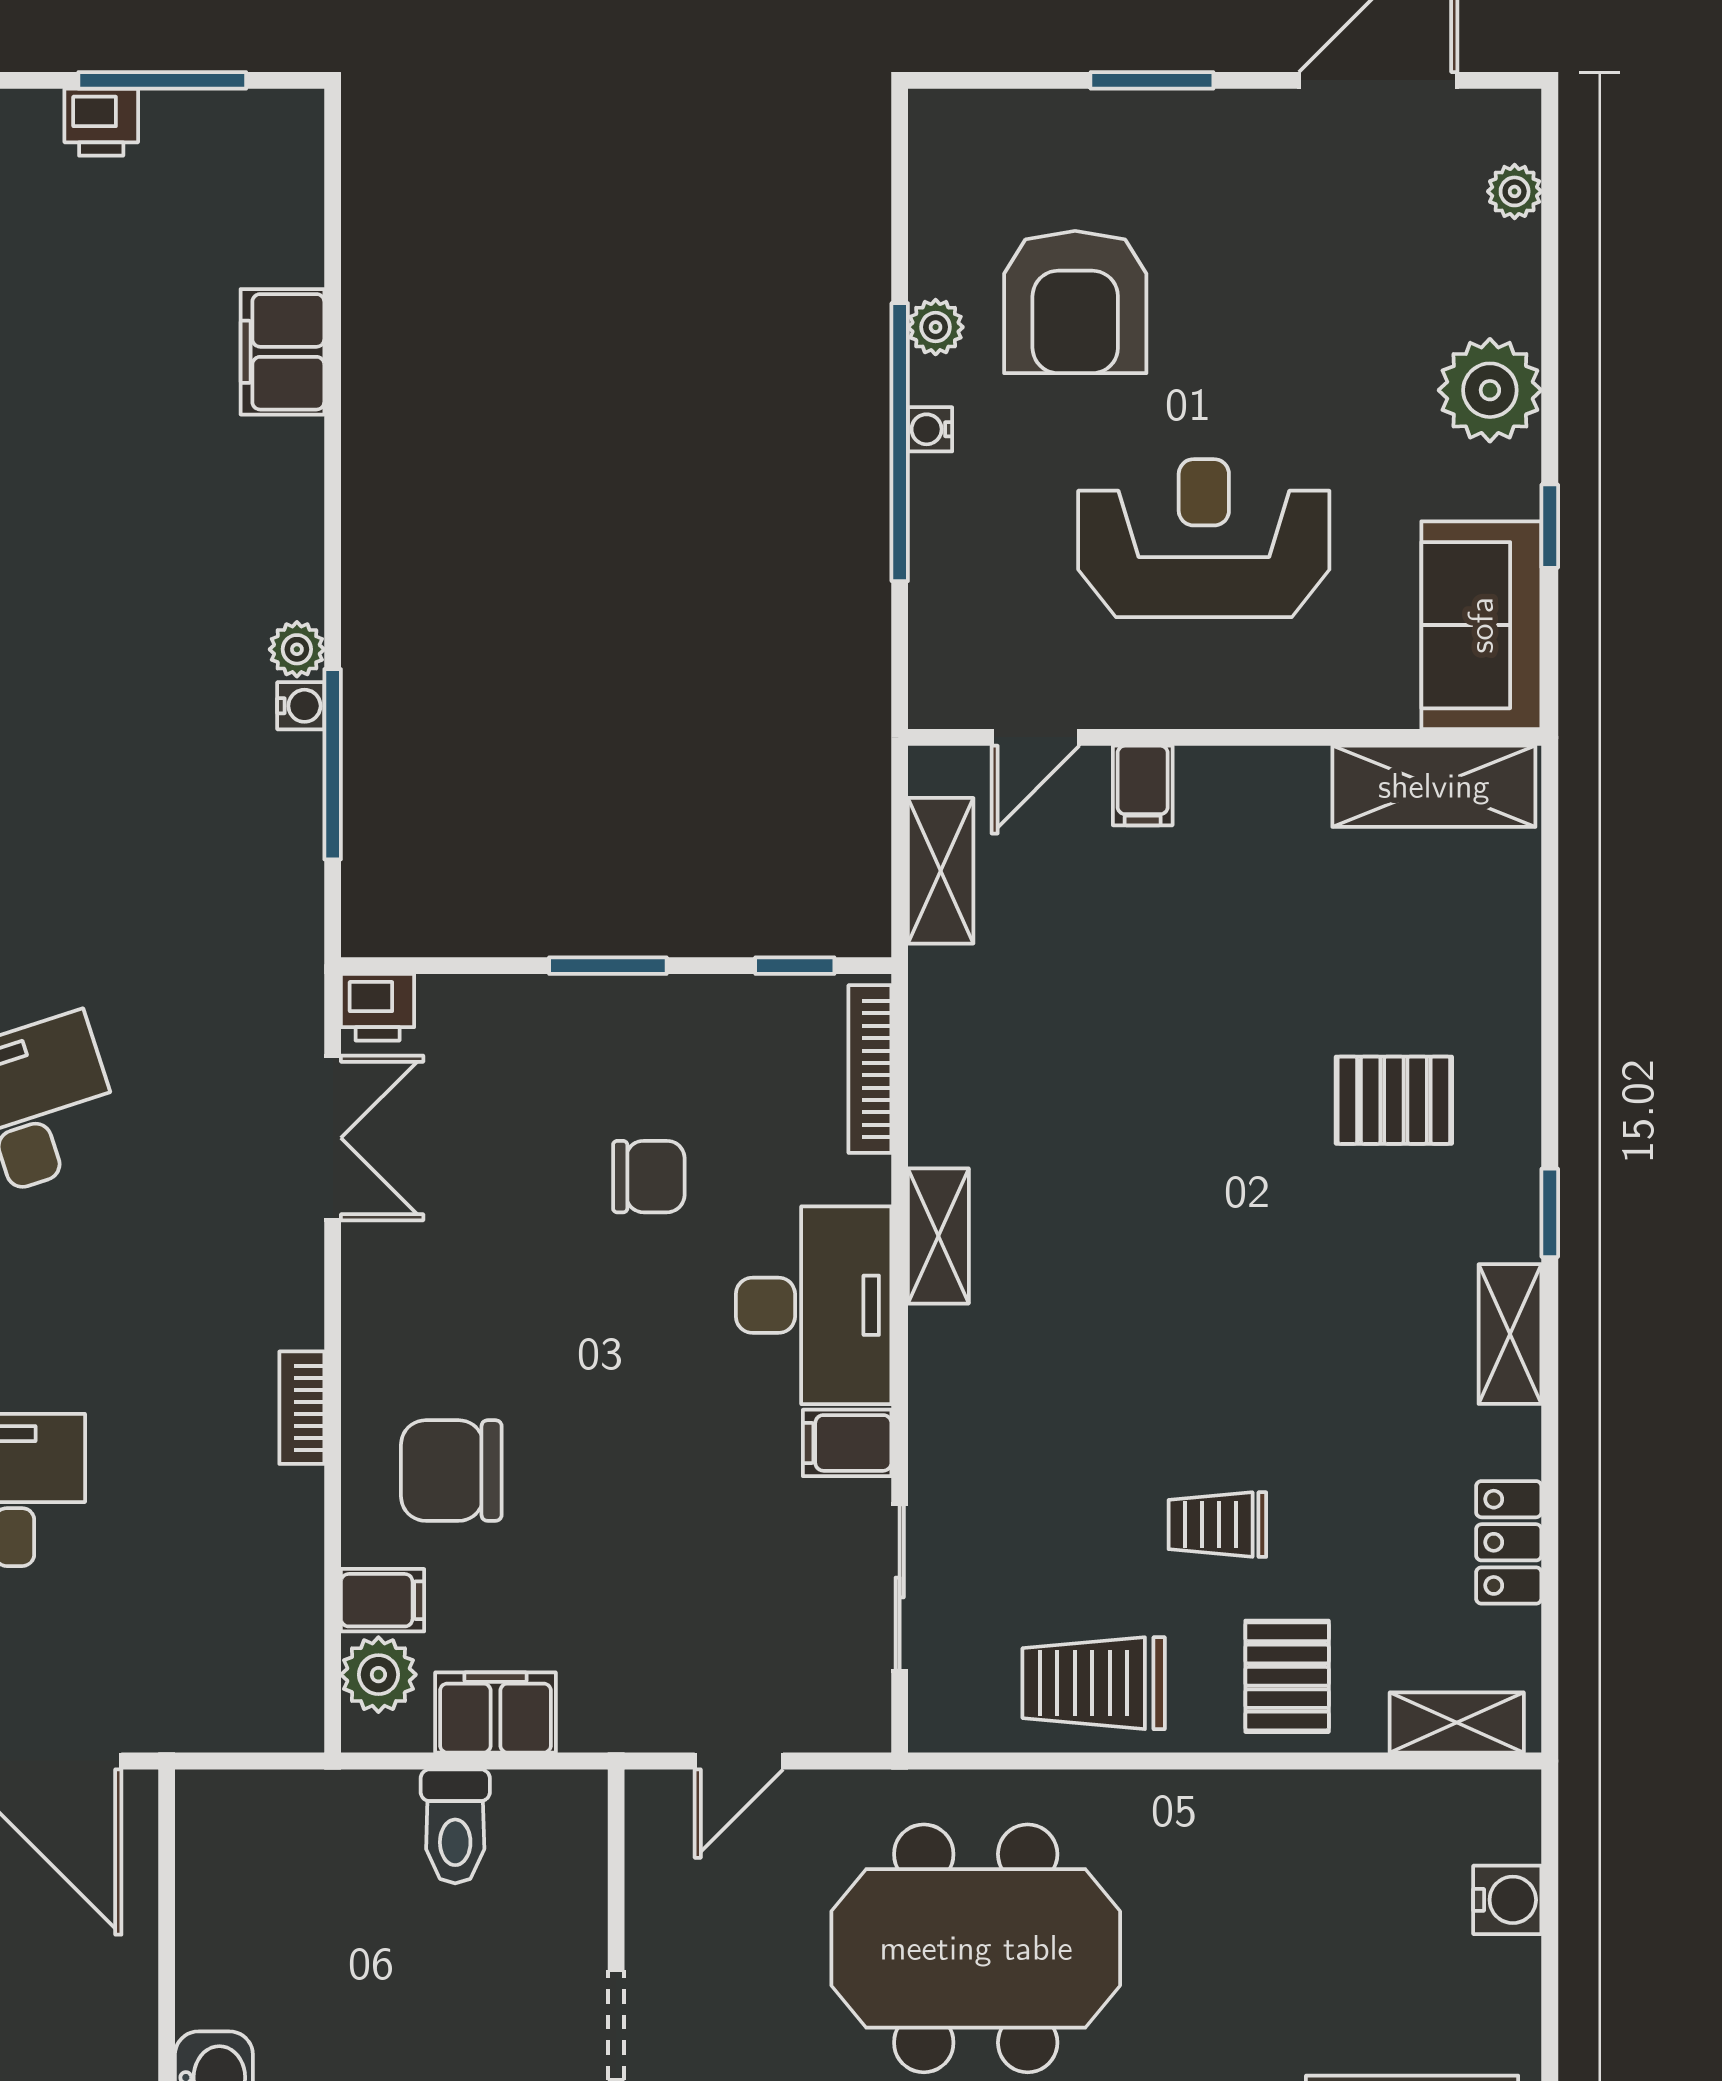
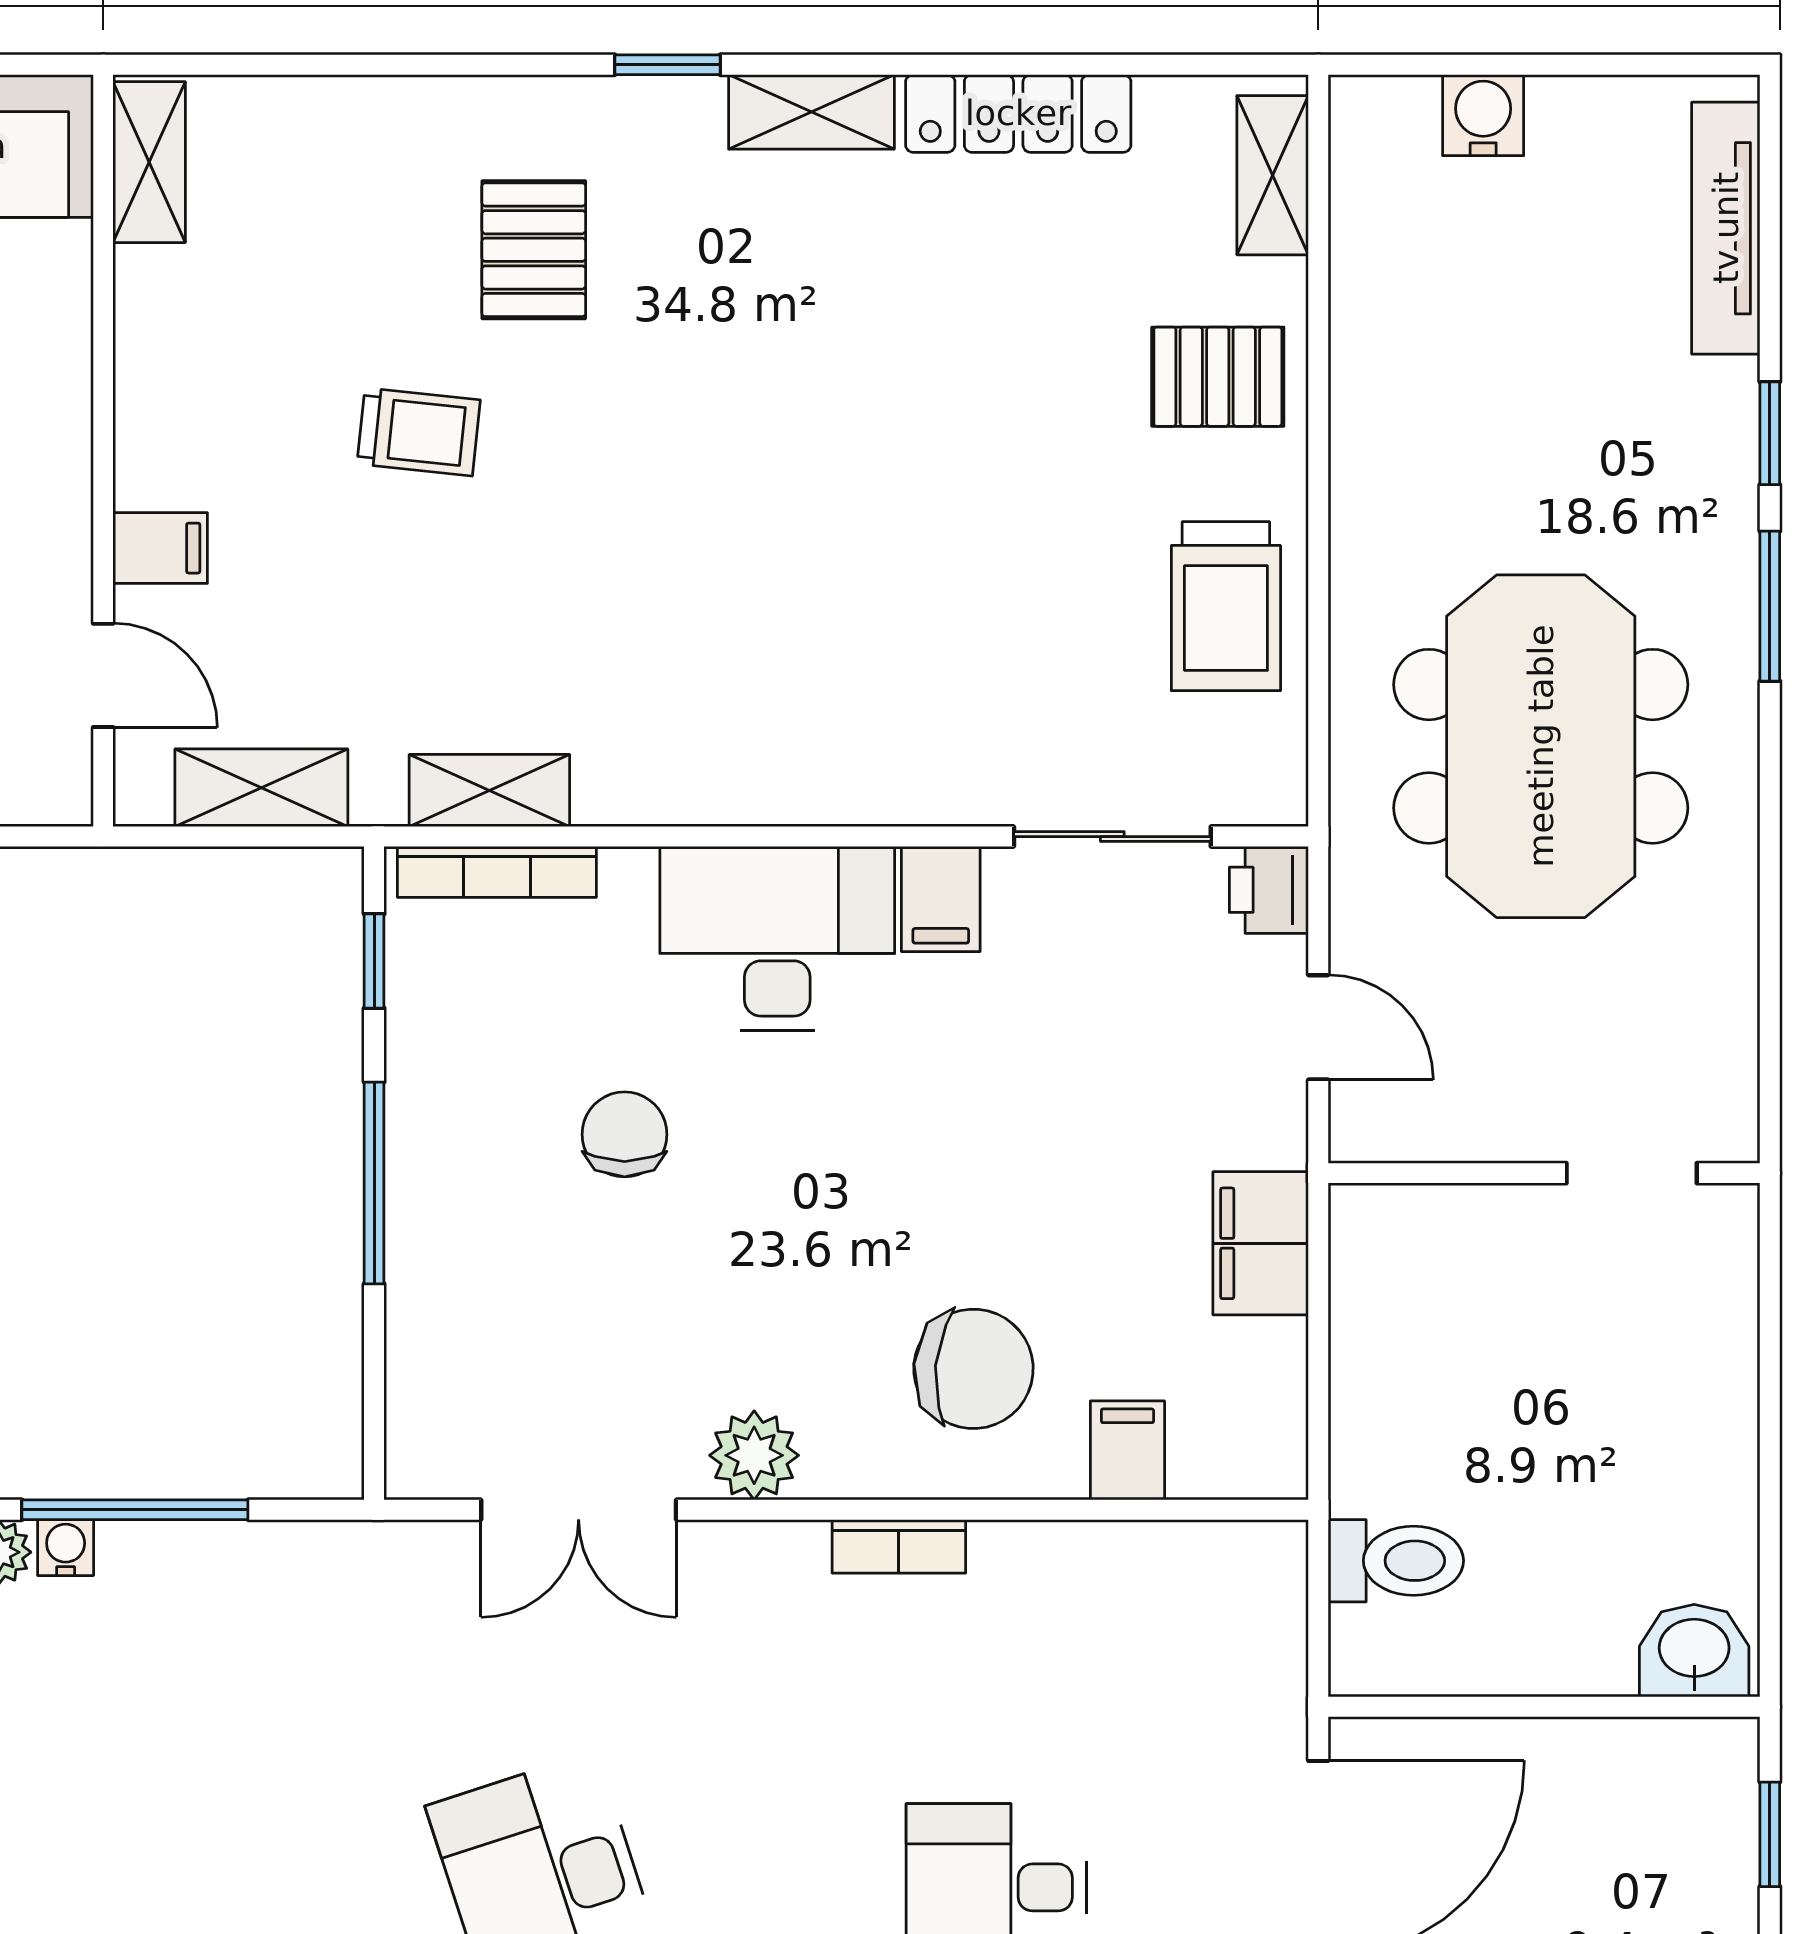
shelving: (1434, 786) -> (149, 162), width x0.67, depth x0.75
window: (608, 966) -> (374, 1183), width x1.44
printer: (378, 1007) -> (1269, 890), moved, turned 180
double door: (333, 1138) -> (579, 1510), swing flipped
shelving: (938, 1236) -> (489, 791), moved
chair: (451, 1471) -> (973, 1369), turned -85
trolley: (1217, 1525) -> (419, 432), moved, turned -84
locker: (1509, 1542) -> (1018, 113), width x1.53
plant: (378, 1675) -> (754, 1455), moved
filing cabinet: (495, 1712) -> (1261, 1243), moved
toilet: (455, 1826) -> (1396, 1561), moved

